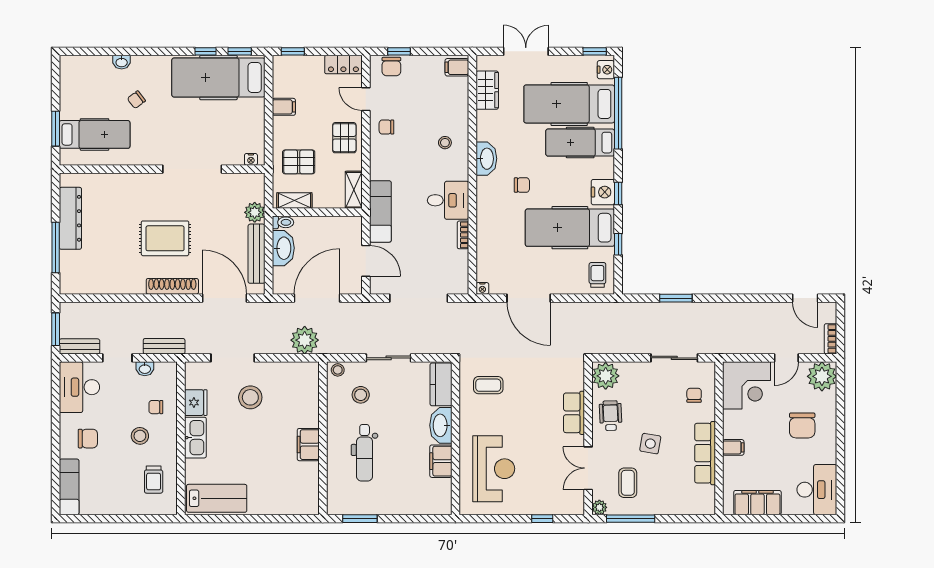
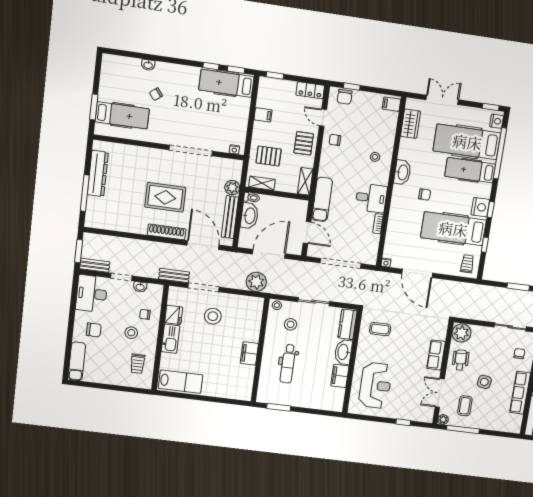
hospital bed: (218, 78) -> (226, 83), width x0.73, depth x0.78
bench: (164, 346) -> (174, 275), moved

